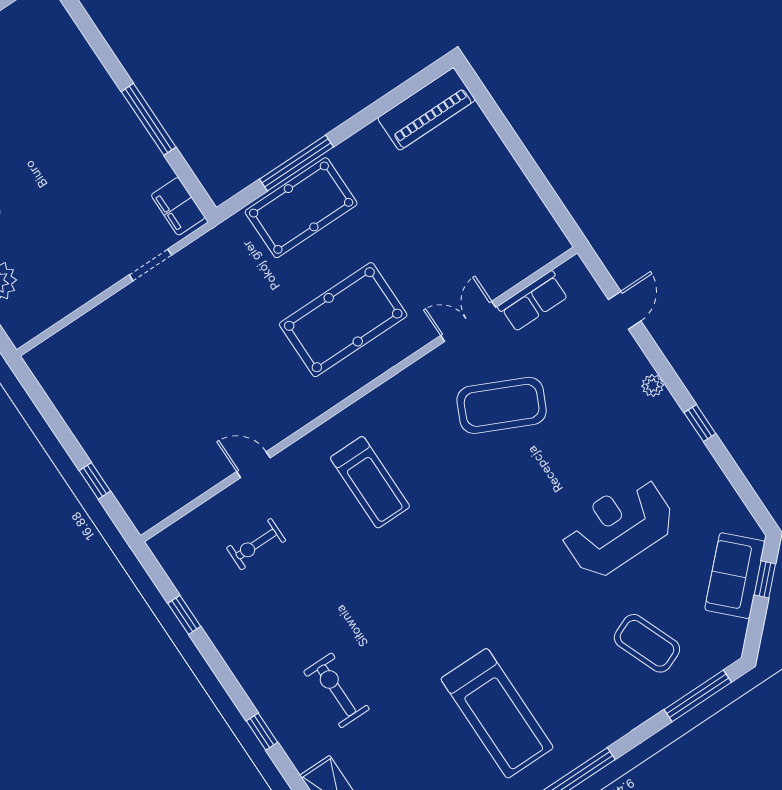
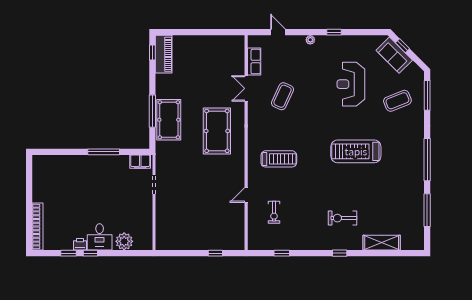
window: (415, 84) -> (152, 52), added
coffee table: (502, 405) -> (283, 96), width x0.73, depth x0.76
treadmill: (497, 713) -> (356, 151), moved, turned 180

